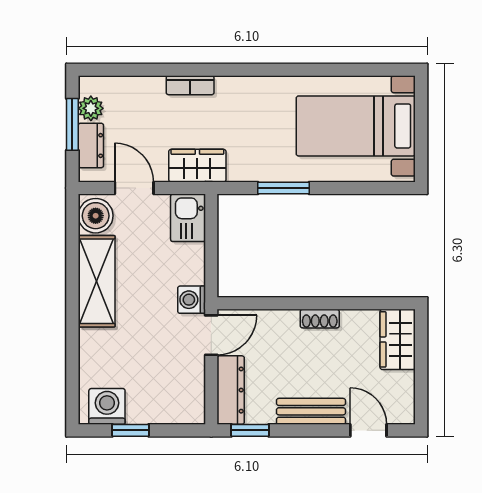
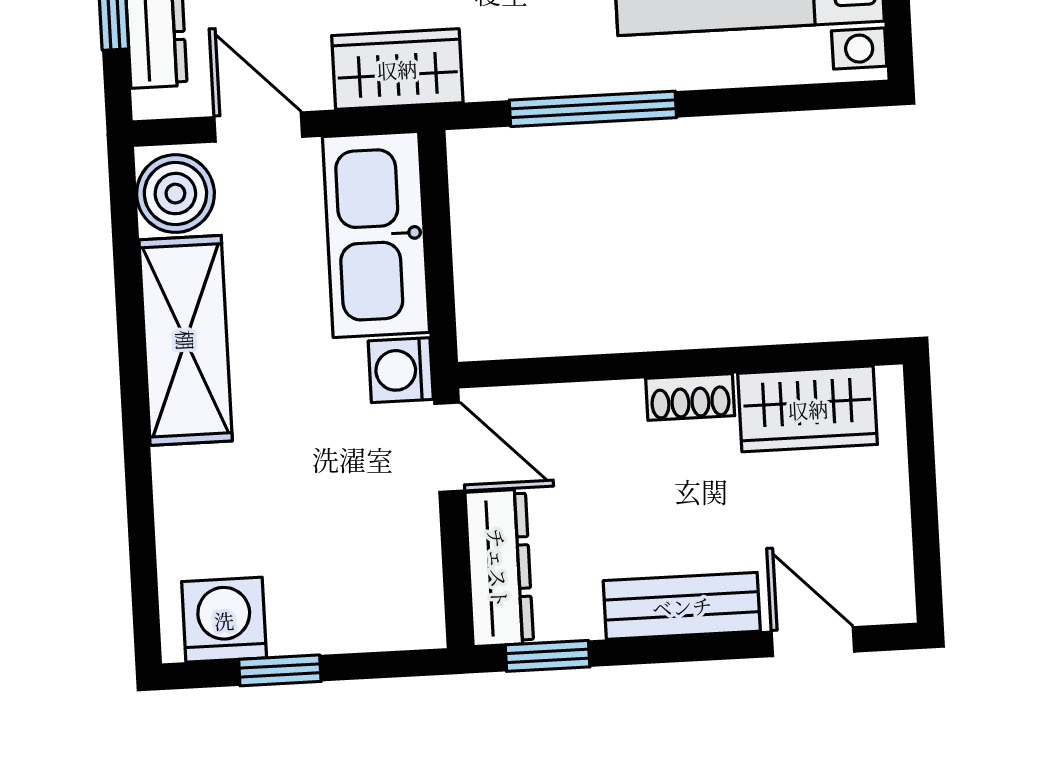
window: (283, 188) -> (593, 109), width x1.44
kitchen sink: (188, 218) -> (376, 235), width x1.87, depth x1.24
door: (211, 335) -> (449, 447), hinge flipped
wardrobe: (398, 339) -> (808, 409), moved, turned -90

